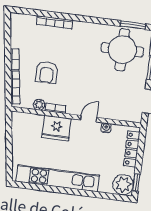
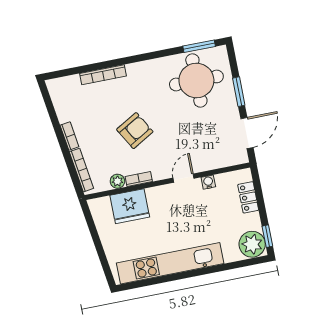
armchair: (47, 72) -> (135, 131), moved, turned -120
fridge: (56, 128) -> (130, 206), moved
locker: (132, 149) -> (248, 197), width x0.66

